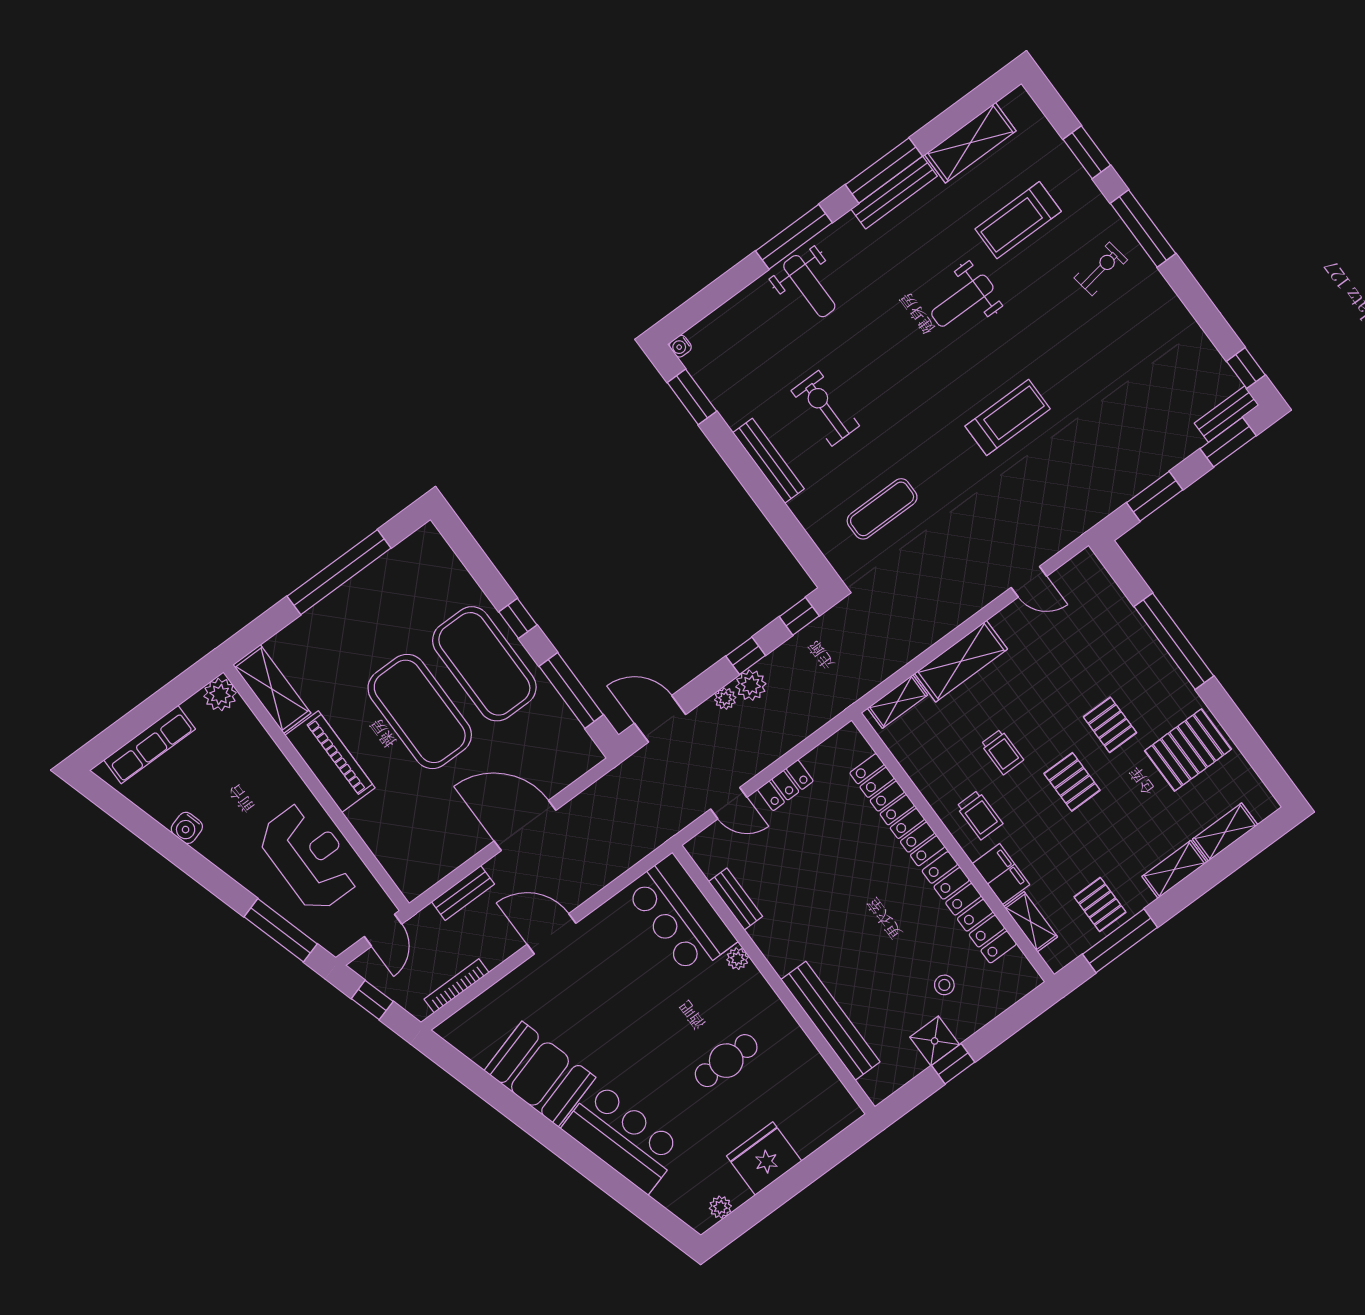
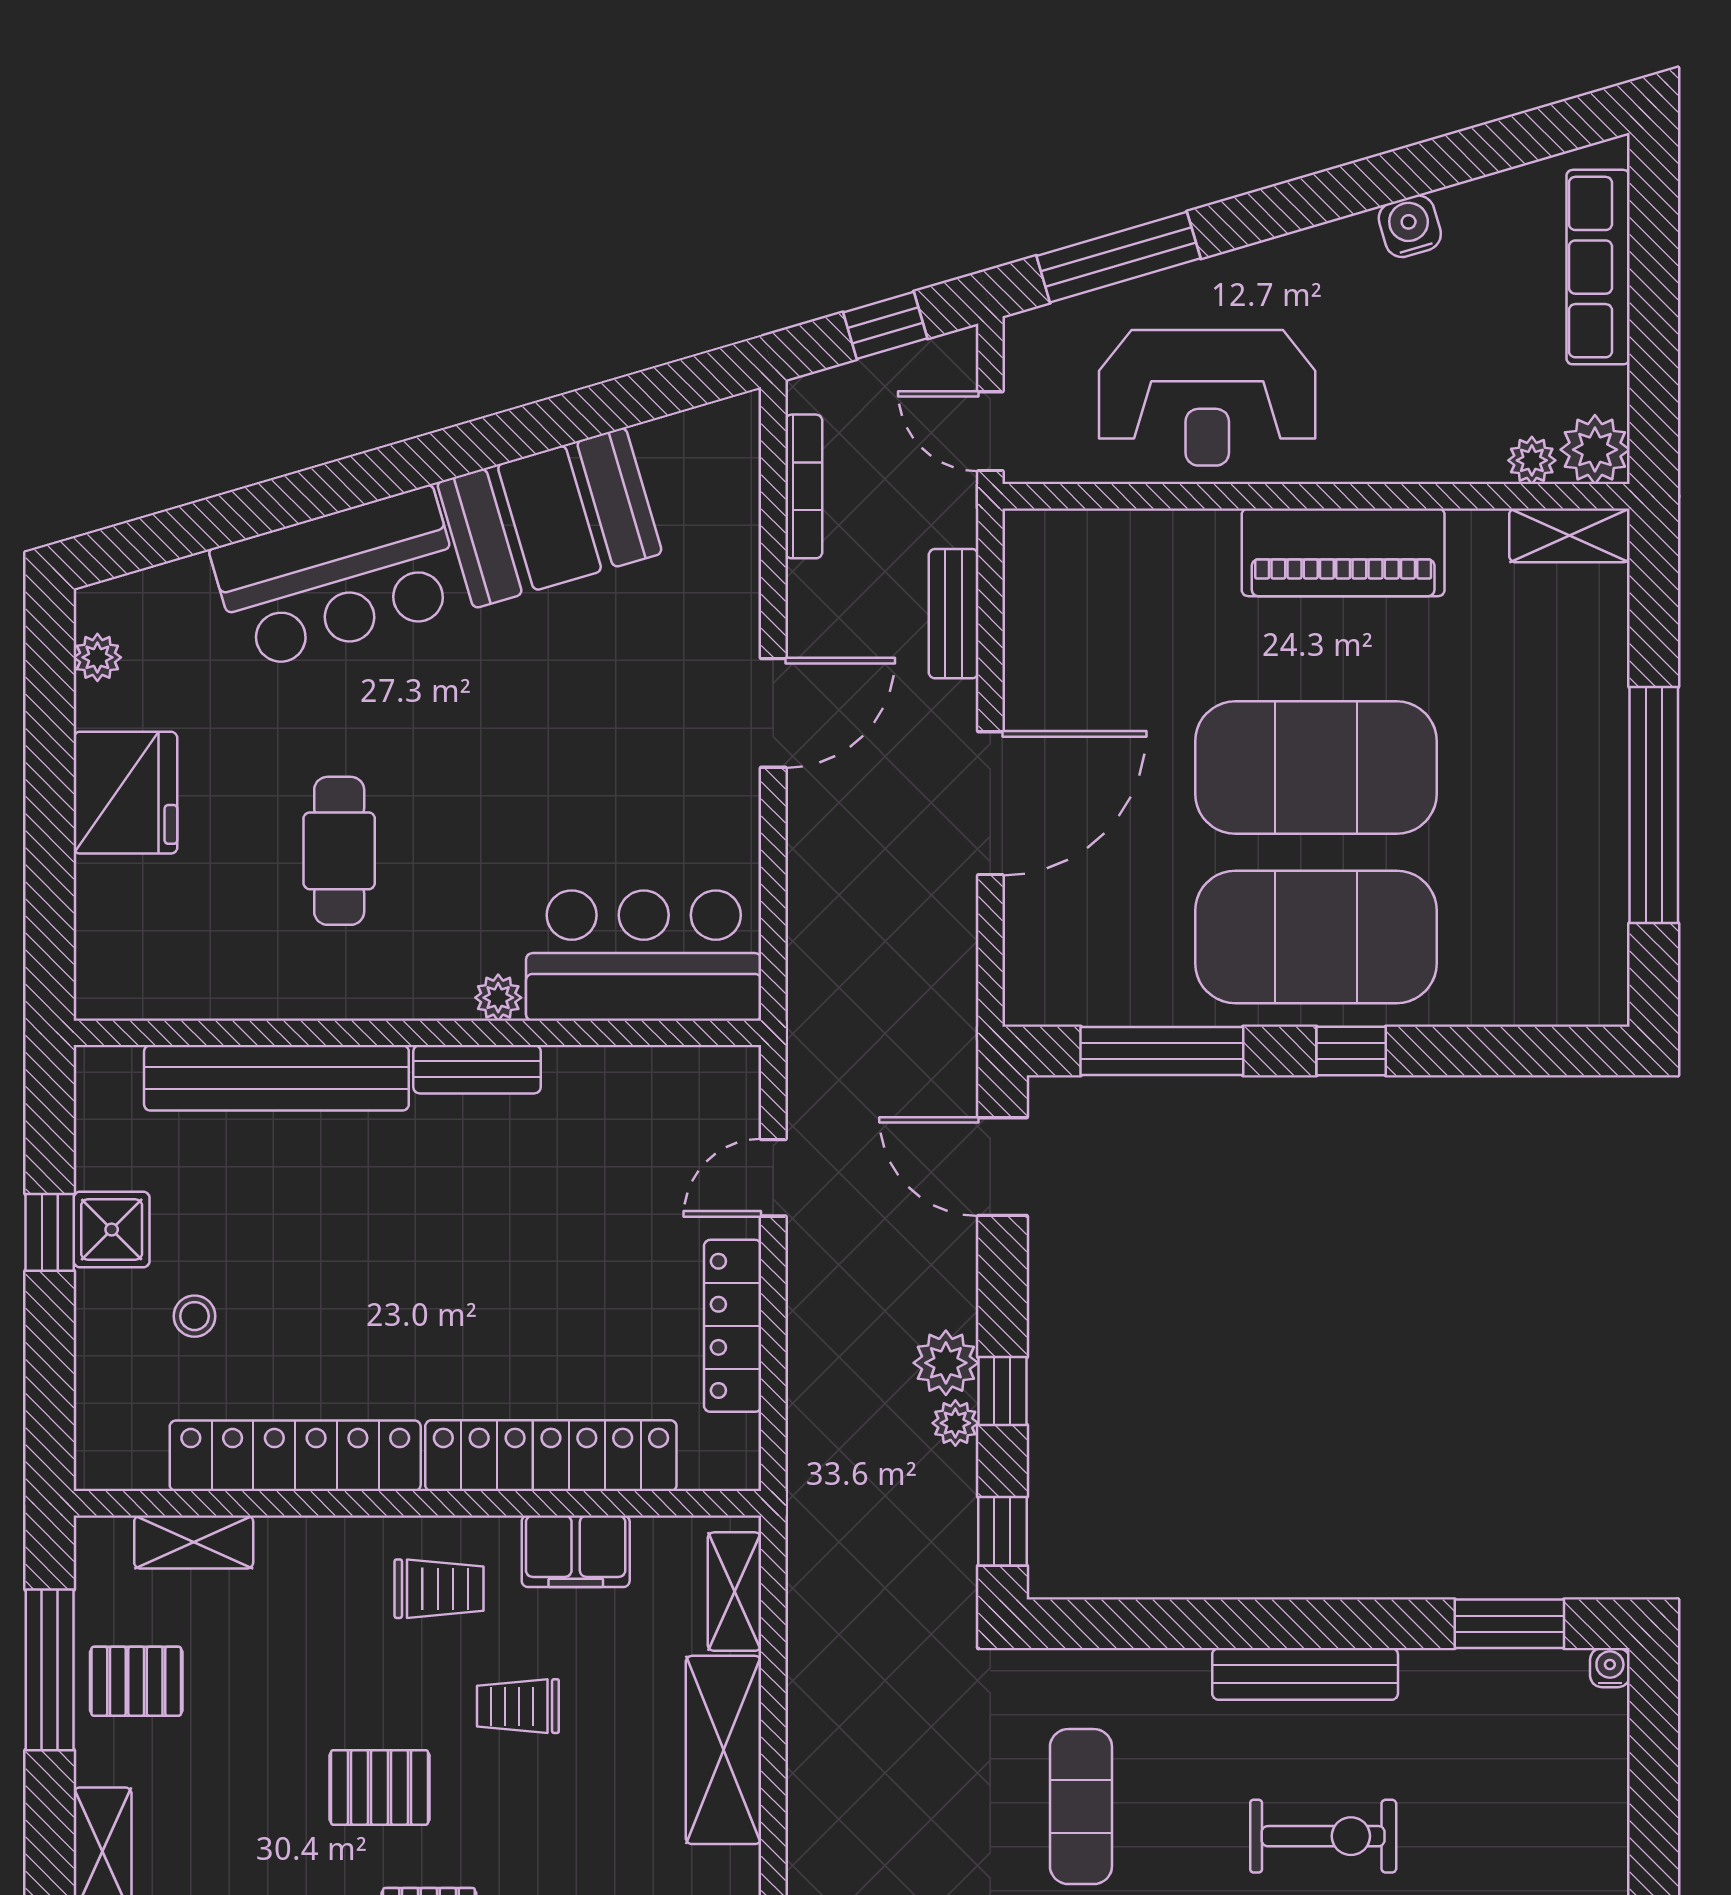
shelving: (272, 689) -> (1569, 535), width x0.67, depth x0.75
plant: (725, 699) -> (955, 1423), moved
plant: (242, 716) -> (1532, 460), added
door: (660, 719) -> (1002, 1167), swing flipped
locker: (785, 785) -> (733, 1326), width x1.53
trolley: (980, 815) -> (439, 1589), turned 180
filing cabinet: (1001, 874) -> (576, 1551), moved
bench: (736, 899) -> (477, 1069), moved

